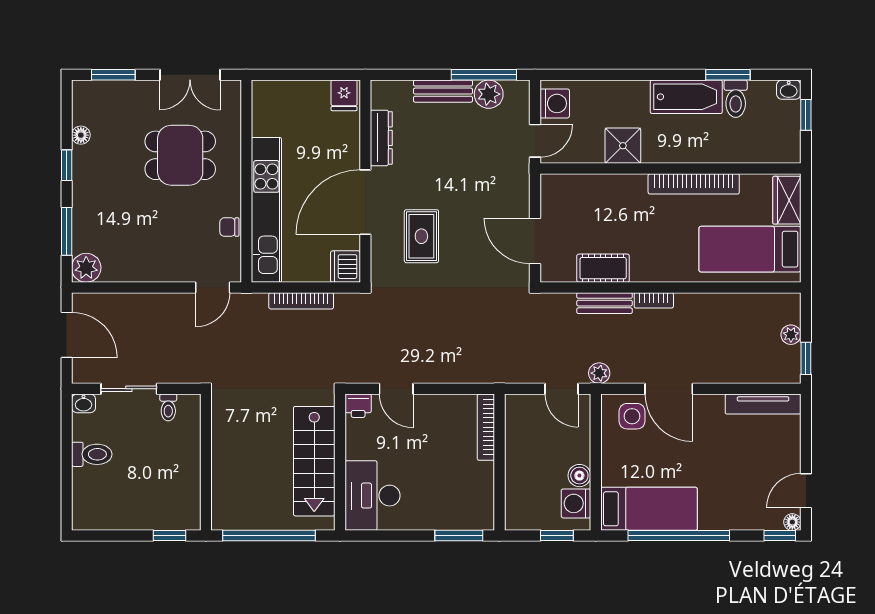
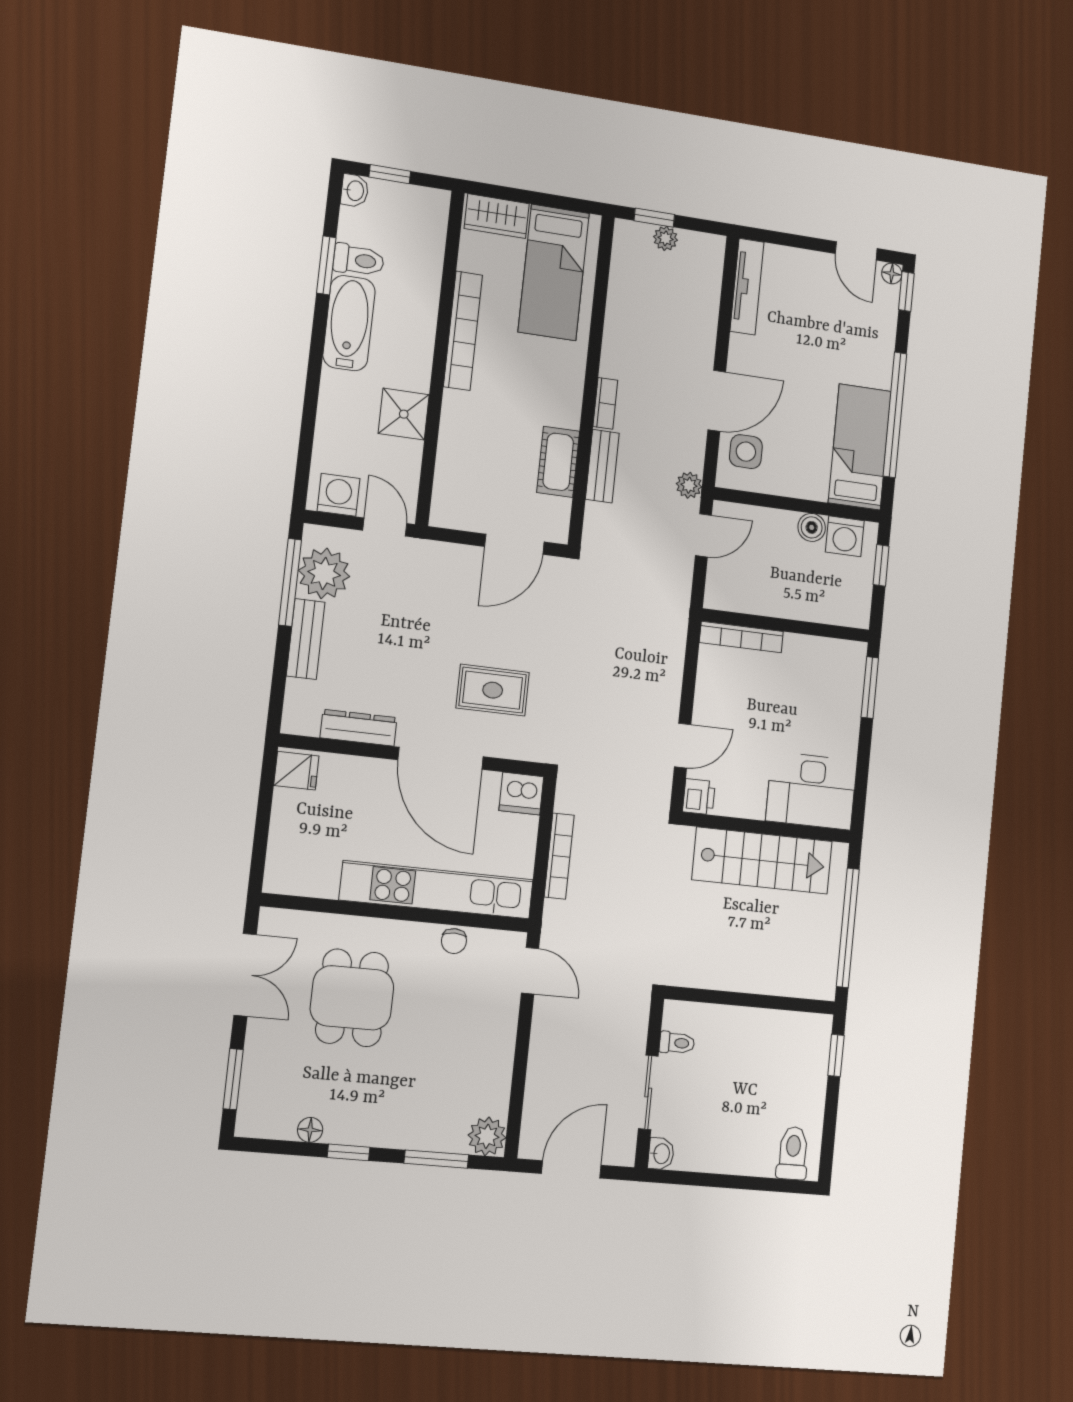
plant: (489, 94) -> (324, 573), width x1.36, depth x1.36
window: (806, 358) -> (654, 218), moved
toilet: (92, 454) -> (793, 1153), moved

